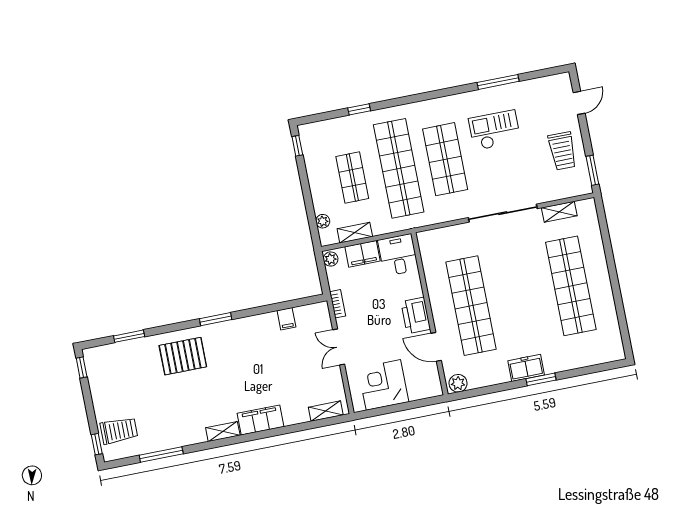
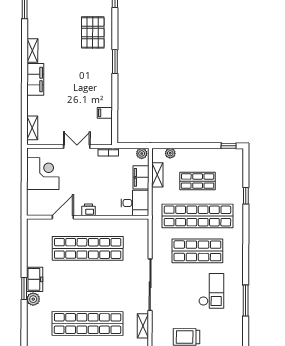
printer: (416, 315) -> (89, 210), width x0.53, depth x0.68
plant: (458, 383) -> (33, 299), moved

